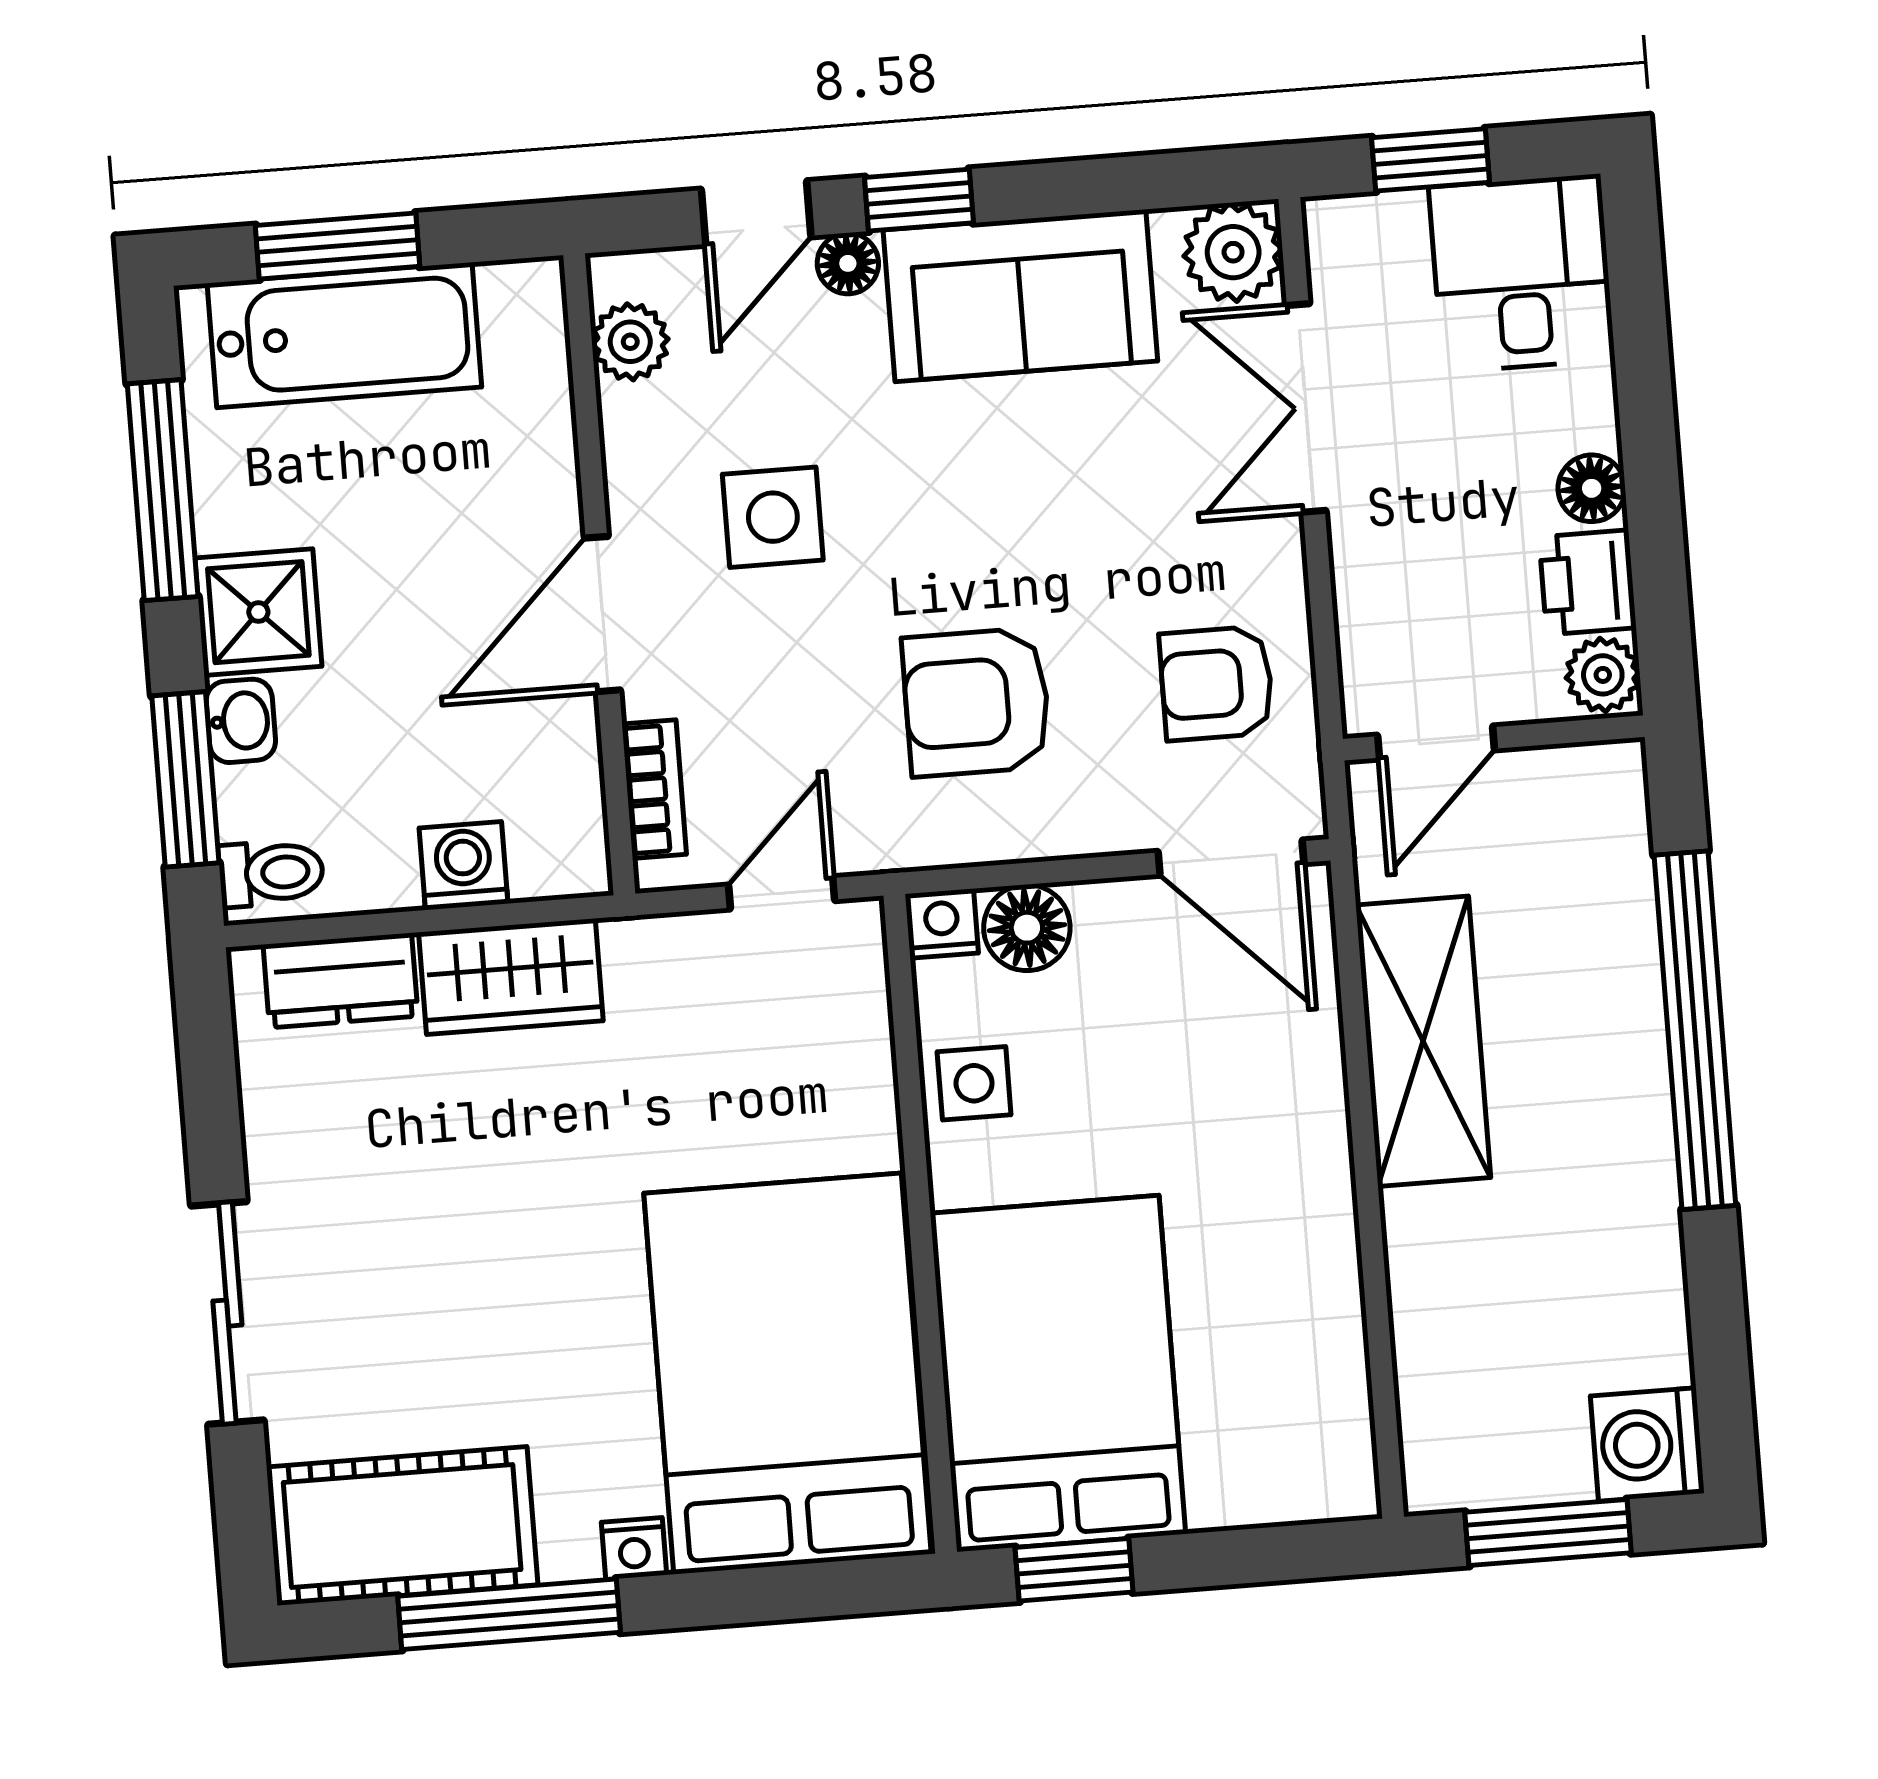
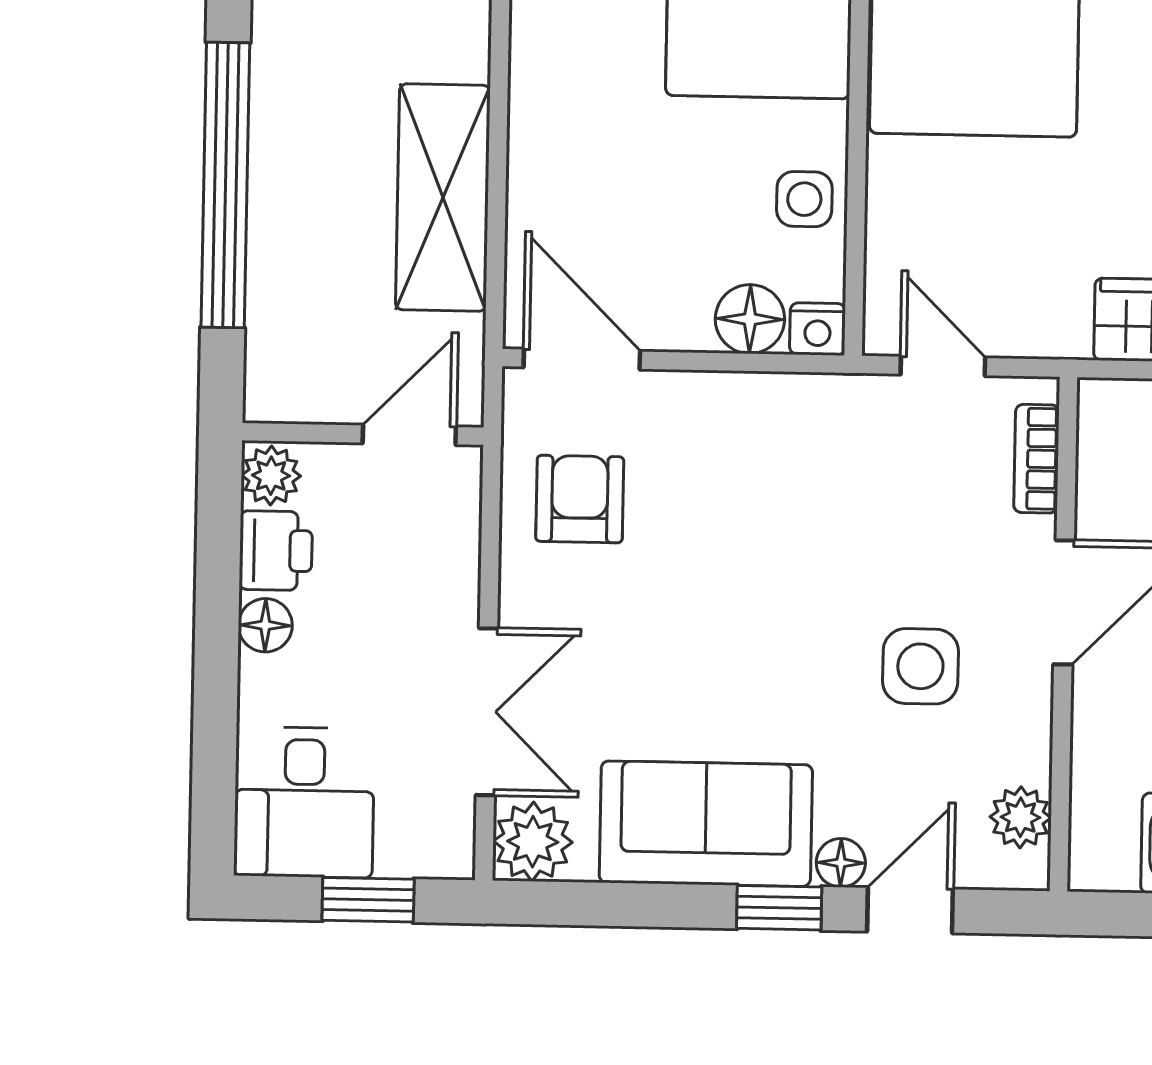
armchair: (1216, 683) -> (580, 499), turned -90
armchair: (976, 702) -> (773, 503), removed
door: (782, 893) -> (943, 366), swing flipped

